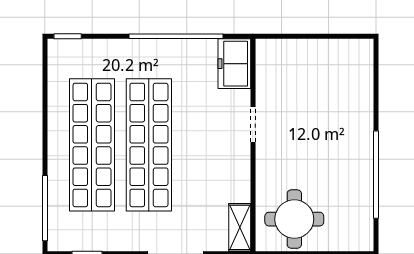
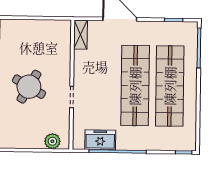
plant: (284, 52) -> (52, 141), added
freezer: (234, 64) -> (100, 140), moved, turned -90
round table: (294, 219) -> (29, 87), moved, turned 30

